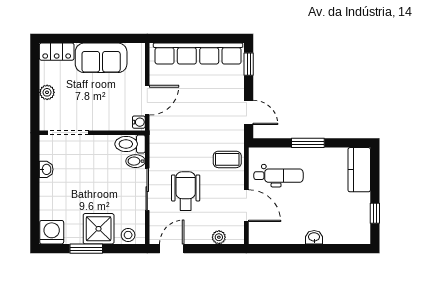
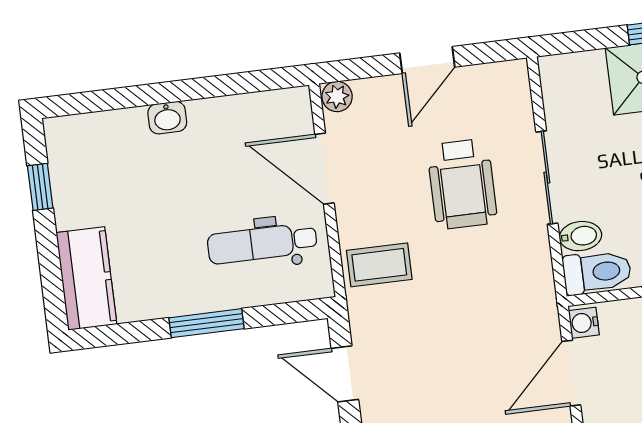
stool: (128, 235) -> (577, 72), removed
plant: (219, 237) -> (337, 97), moved
door: (172, 249) -> (427, 60), moved

